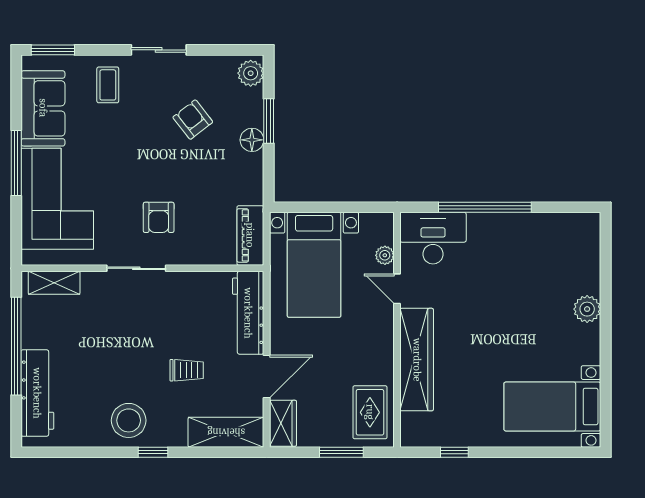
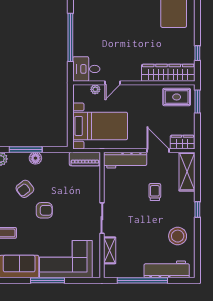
window: (269, 121) -> (26, 150), width x1.44
armchair: (159, 217) -> (44, 210), moved
desk: (433, 238) -> (86, 69), width x0.73
shelving: (54, 283) -> (110, 250), moved
wardrobe: (417, 360) -> (168, 73), moved
stool: (129, 420) -> (178, 236), moved
window: (341, 452) -> (197, 101), moved

